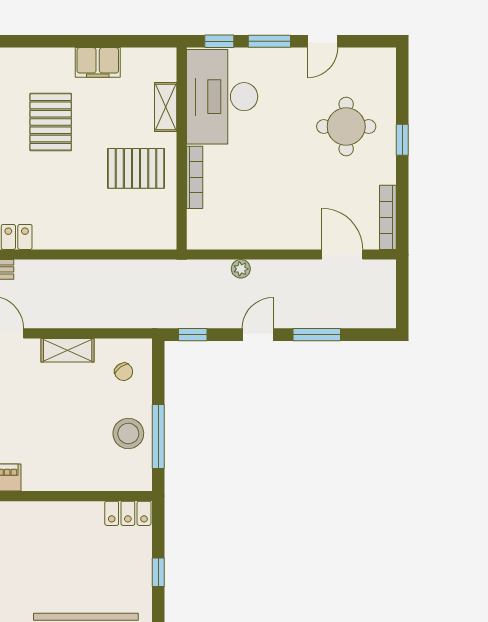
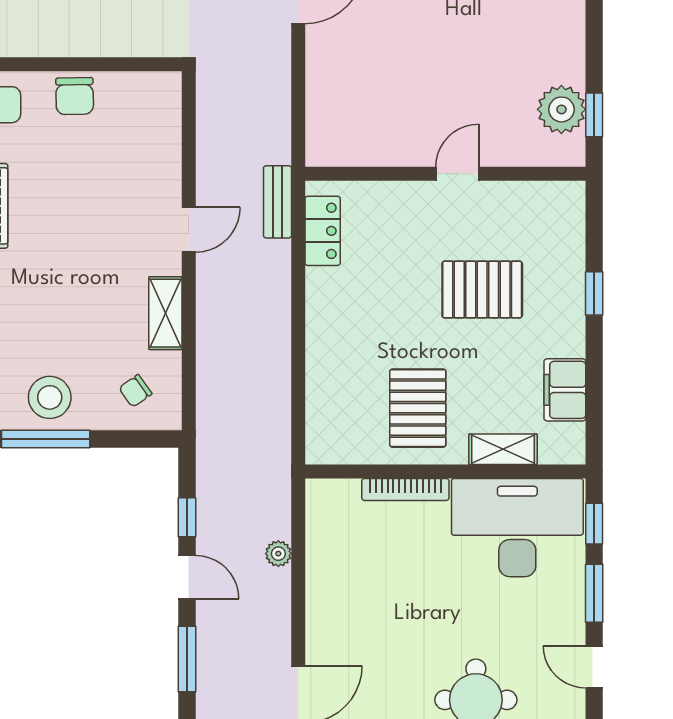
window: (53, 41) -> (594, 293), added
filing cabinet: (98, 62) -> (565, 390), moved
window: (193, 335) -> (187, 517), moved

